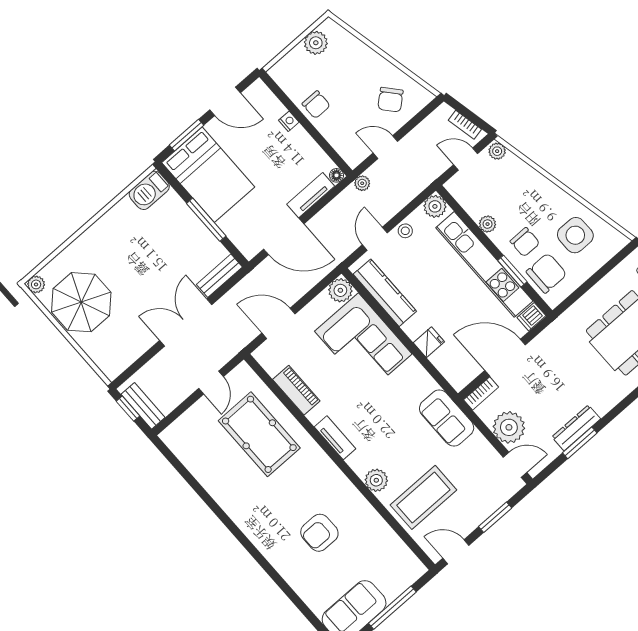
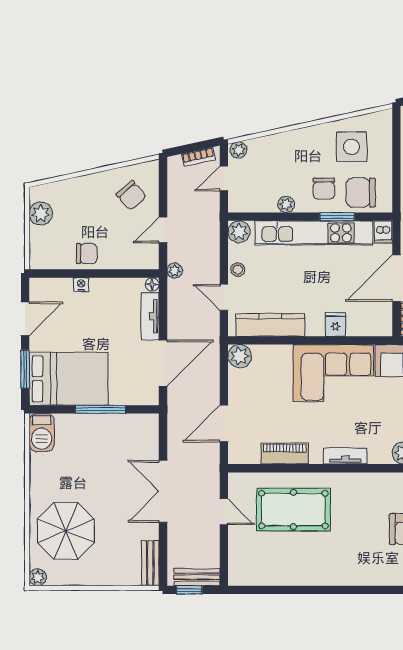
chair: (525, 242) -> (324, 188), turned 90
chair: (547, 273) -> (361, 193), turned -90
bench: (219, 276) -> (150, 563), moved
parasol: (81, 302) -> (66, 531), moved
corner sofa: (363, 343) -> (333, 373), moved

